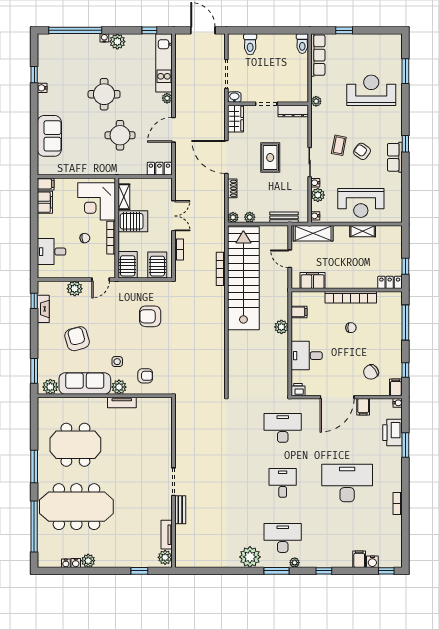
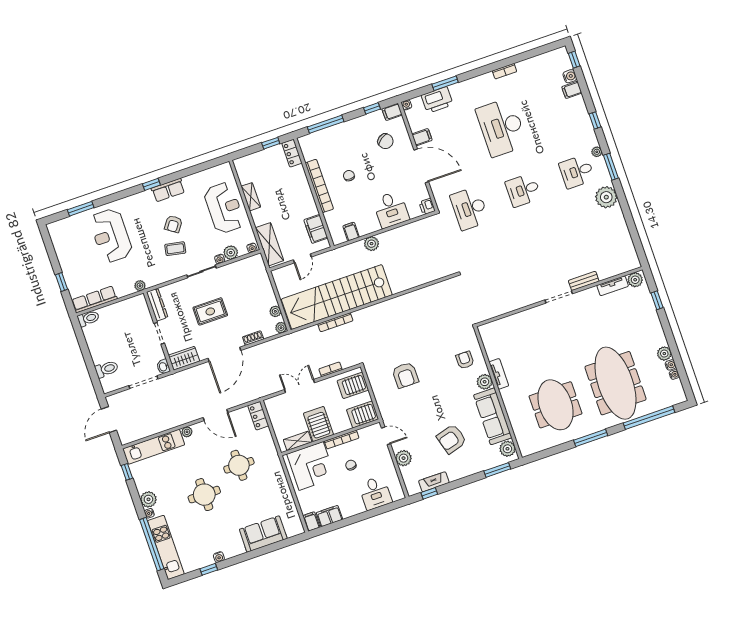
kitchen unit: (68, 42) -> (166, 547), added
bench: (284, 217) -> (264, 278), removed
side table: (117, 362) -> (460, 392), removed
desk: (283, 538) -> (577, 172), width x0.73

